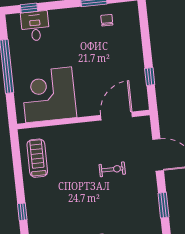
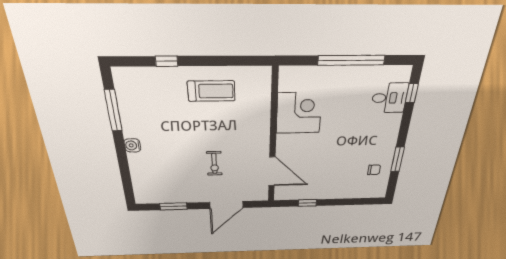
corner desk: (49, 95) -> (299, 113), width x0.74, depth x0.74
treadmill: (37, 158) -> (211, 91), moved

